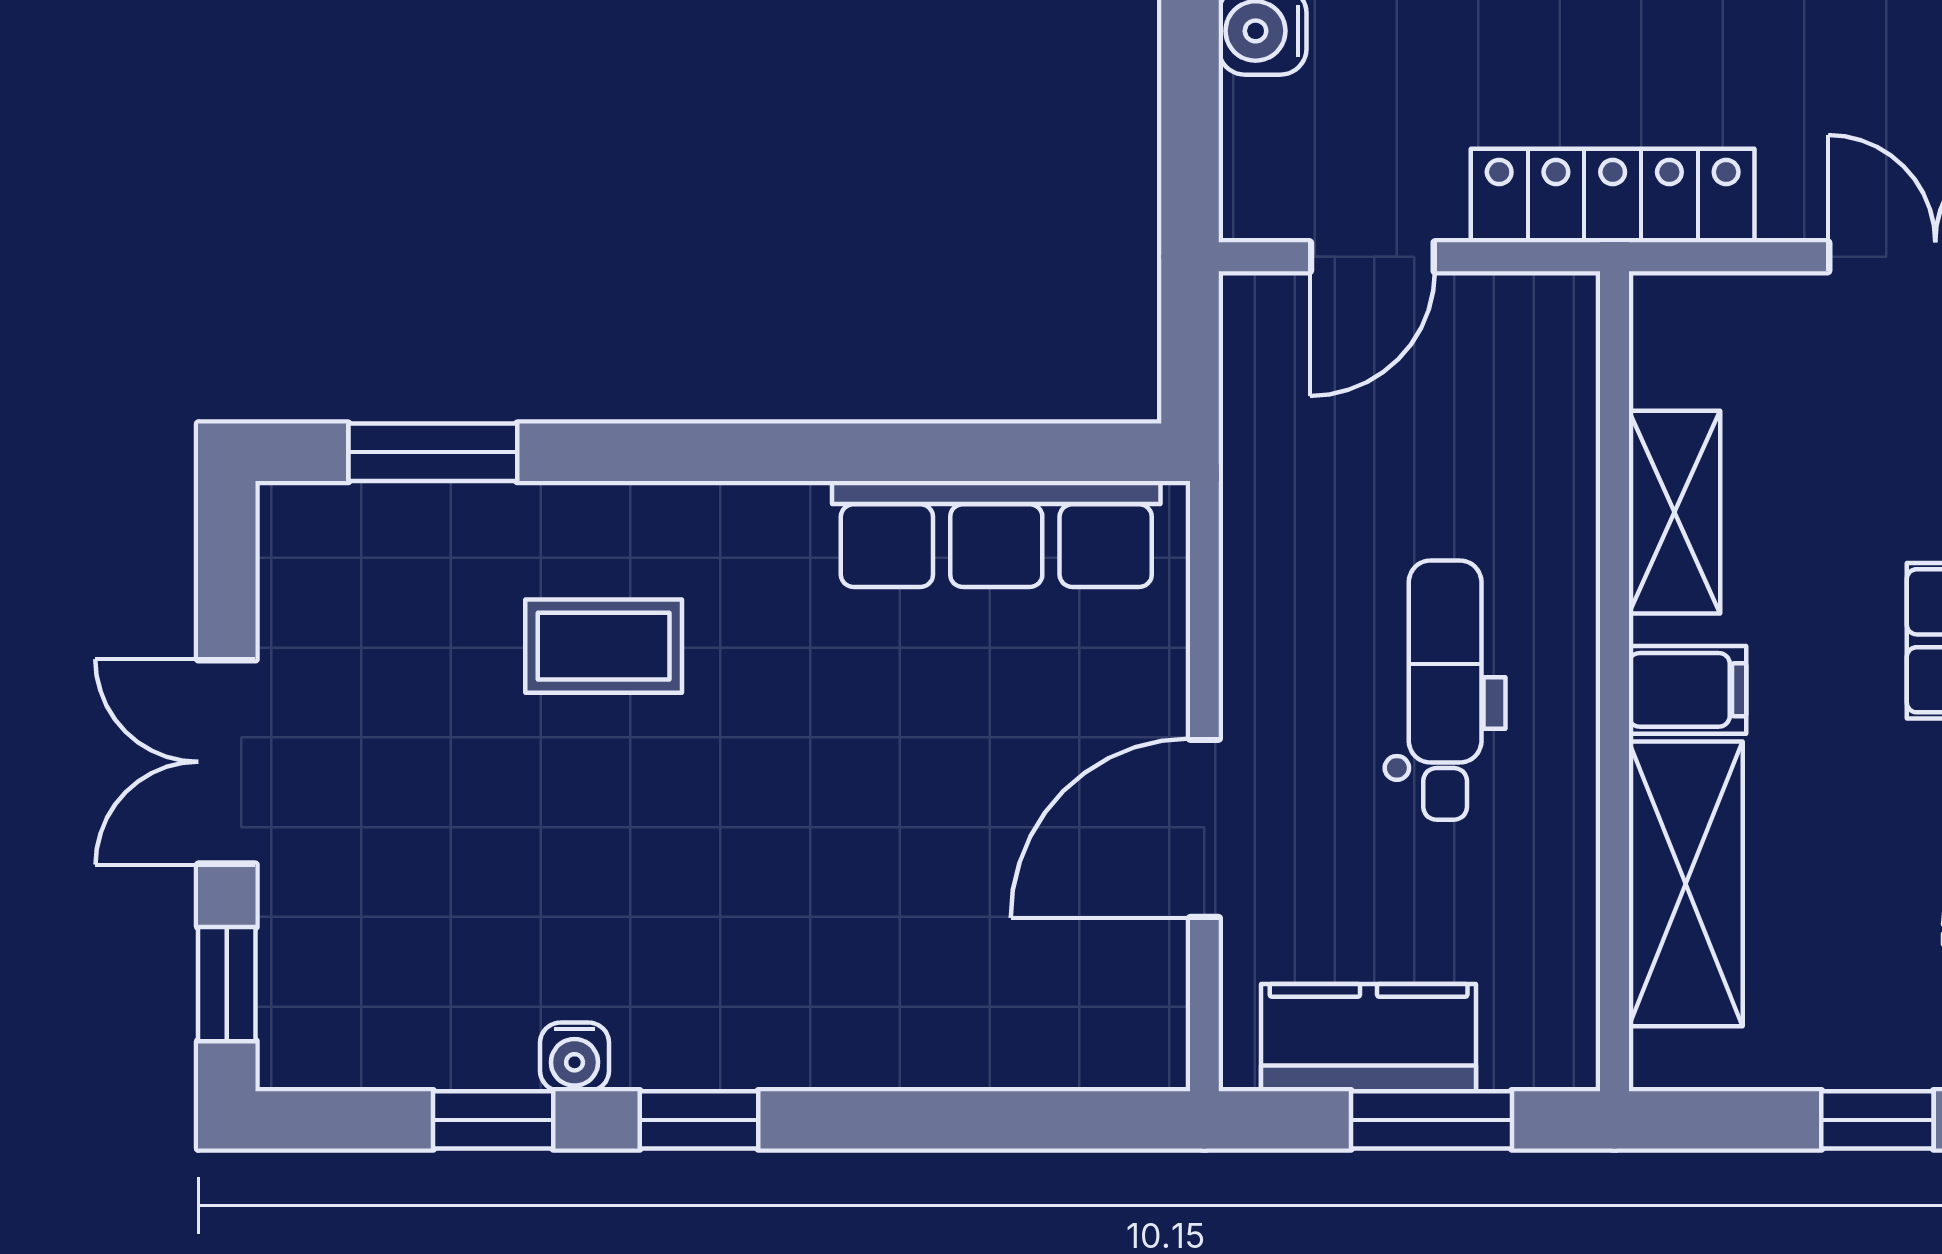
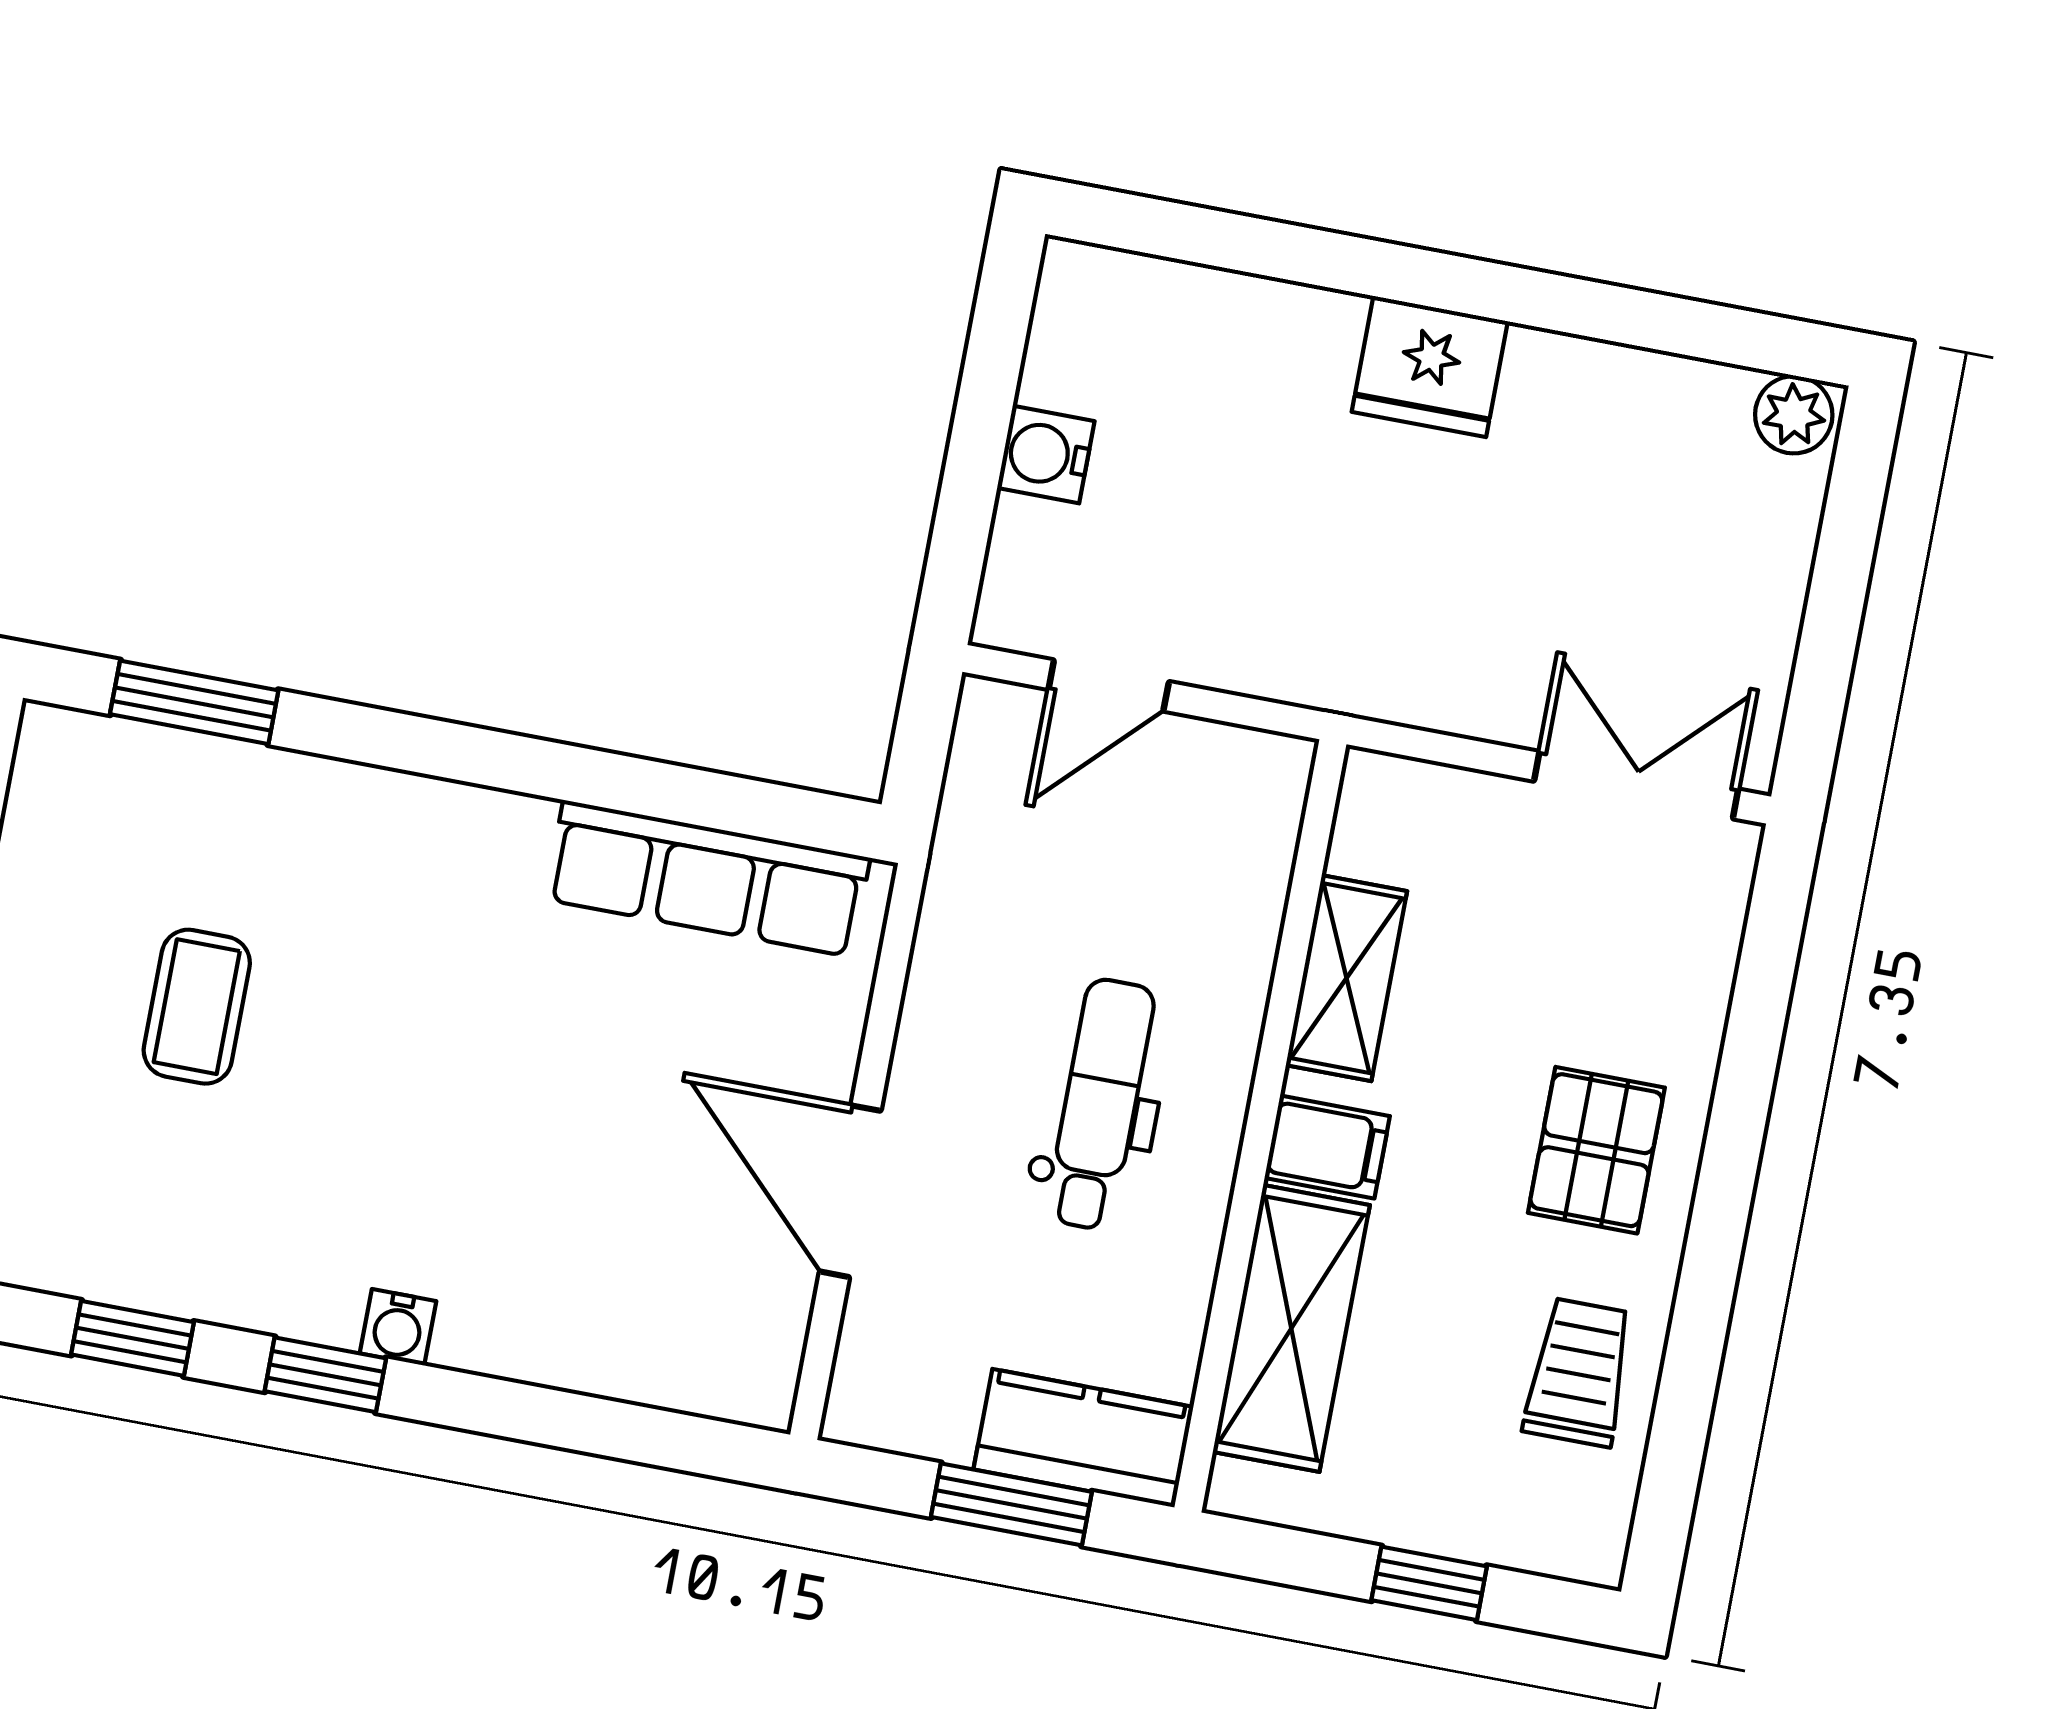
locker: (1613, 196) -> (1345, 671), removed
coffee table: (604, 646) -> (197, 1007), moved, turned 90
door: (1204, 828) -> (850, 1191), hinge flipped
kitchen counter: (1369, 1038) -> (1083, 1438), moved
water cooler: (575, 1057) -> (398, 1327), moved

